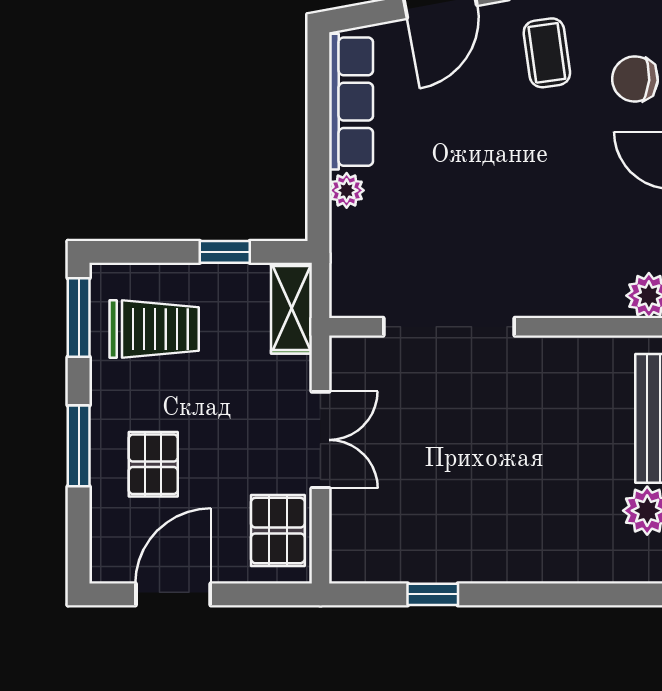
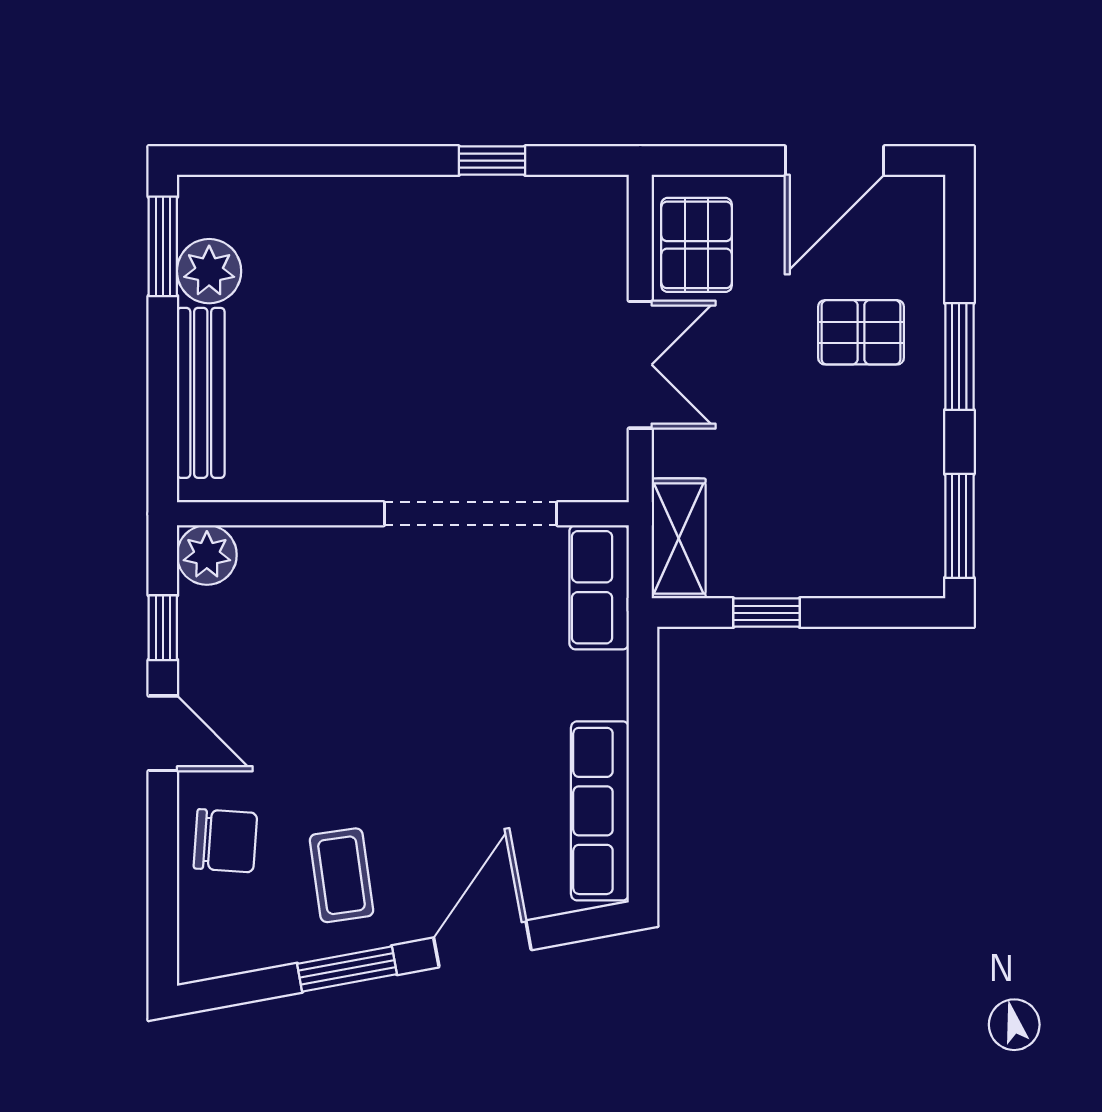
plant: (347, 190) -> (606, 694), removed
row of seats: (352, 271) -> (599, 587), added
trolley: (154, 329) -> (860, 511), removed
double door: (320, 440) -> (640, 365), swing flipped
pallet: (153, 464) -> (861, 332), turned 90

